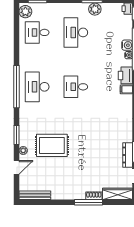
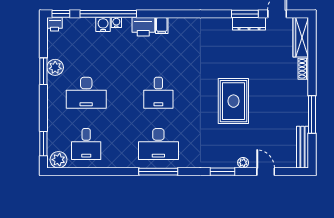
window: (16, 87) -> (158, 172), width x0.68
rug: (52, 145) -> (233, 101), moved
window: (88, 202) -> (312, 114), moved

